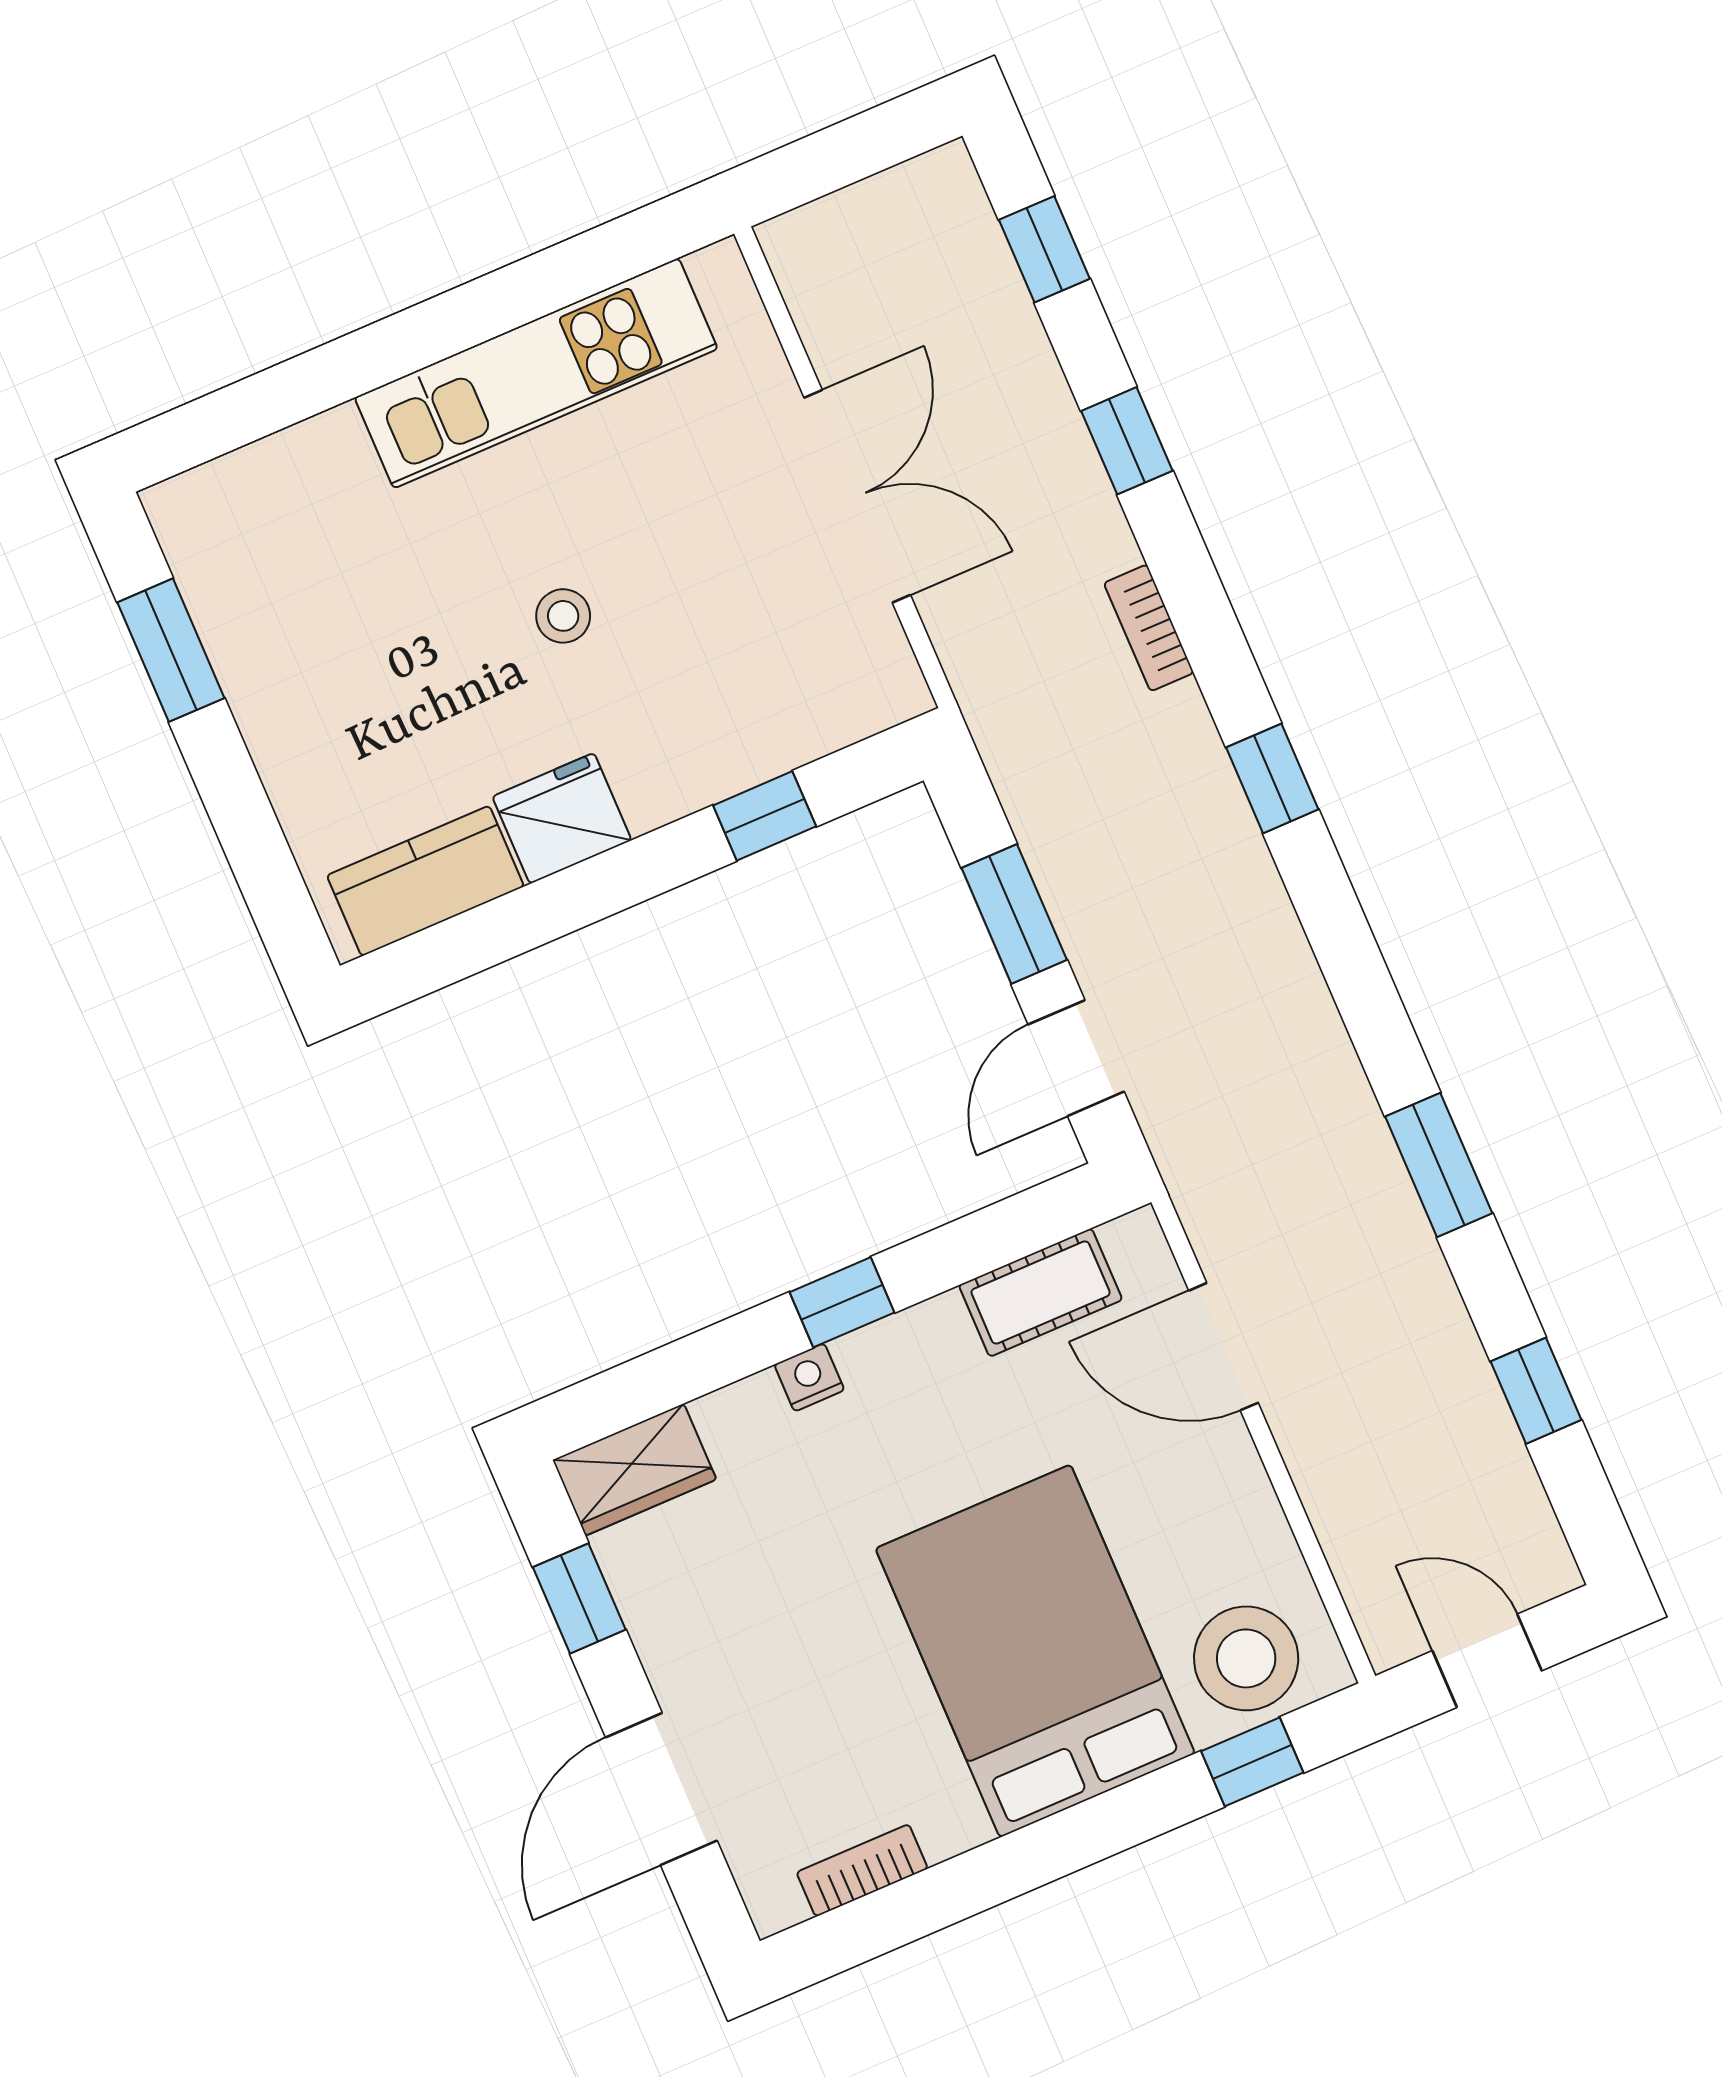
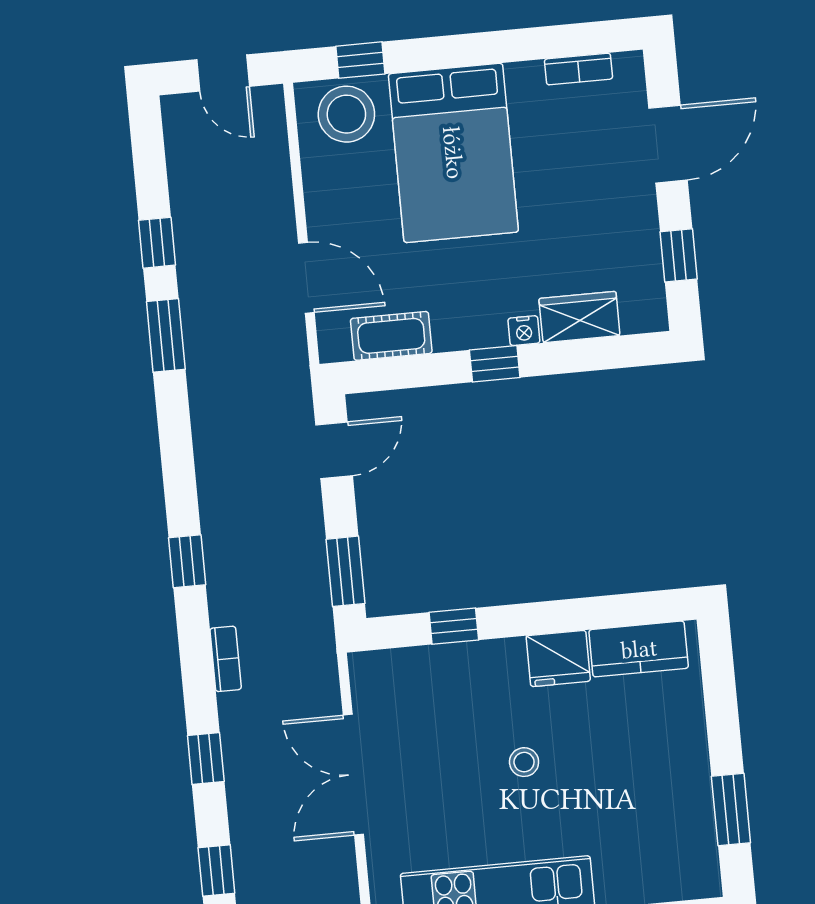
window: (1014, 914) -> (346, 571), moved
window: (1536, 1391) -> (157, 243), moved
wardrobe: (634, 1470) -> (579, 317), moved

